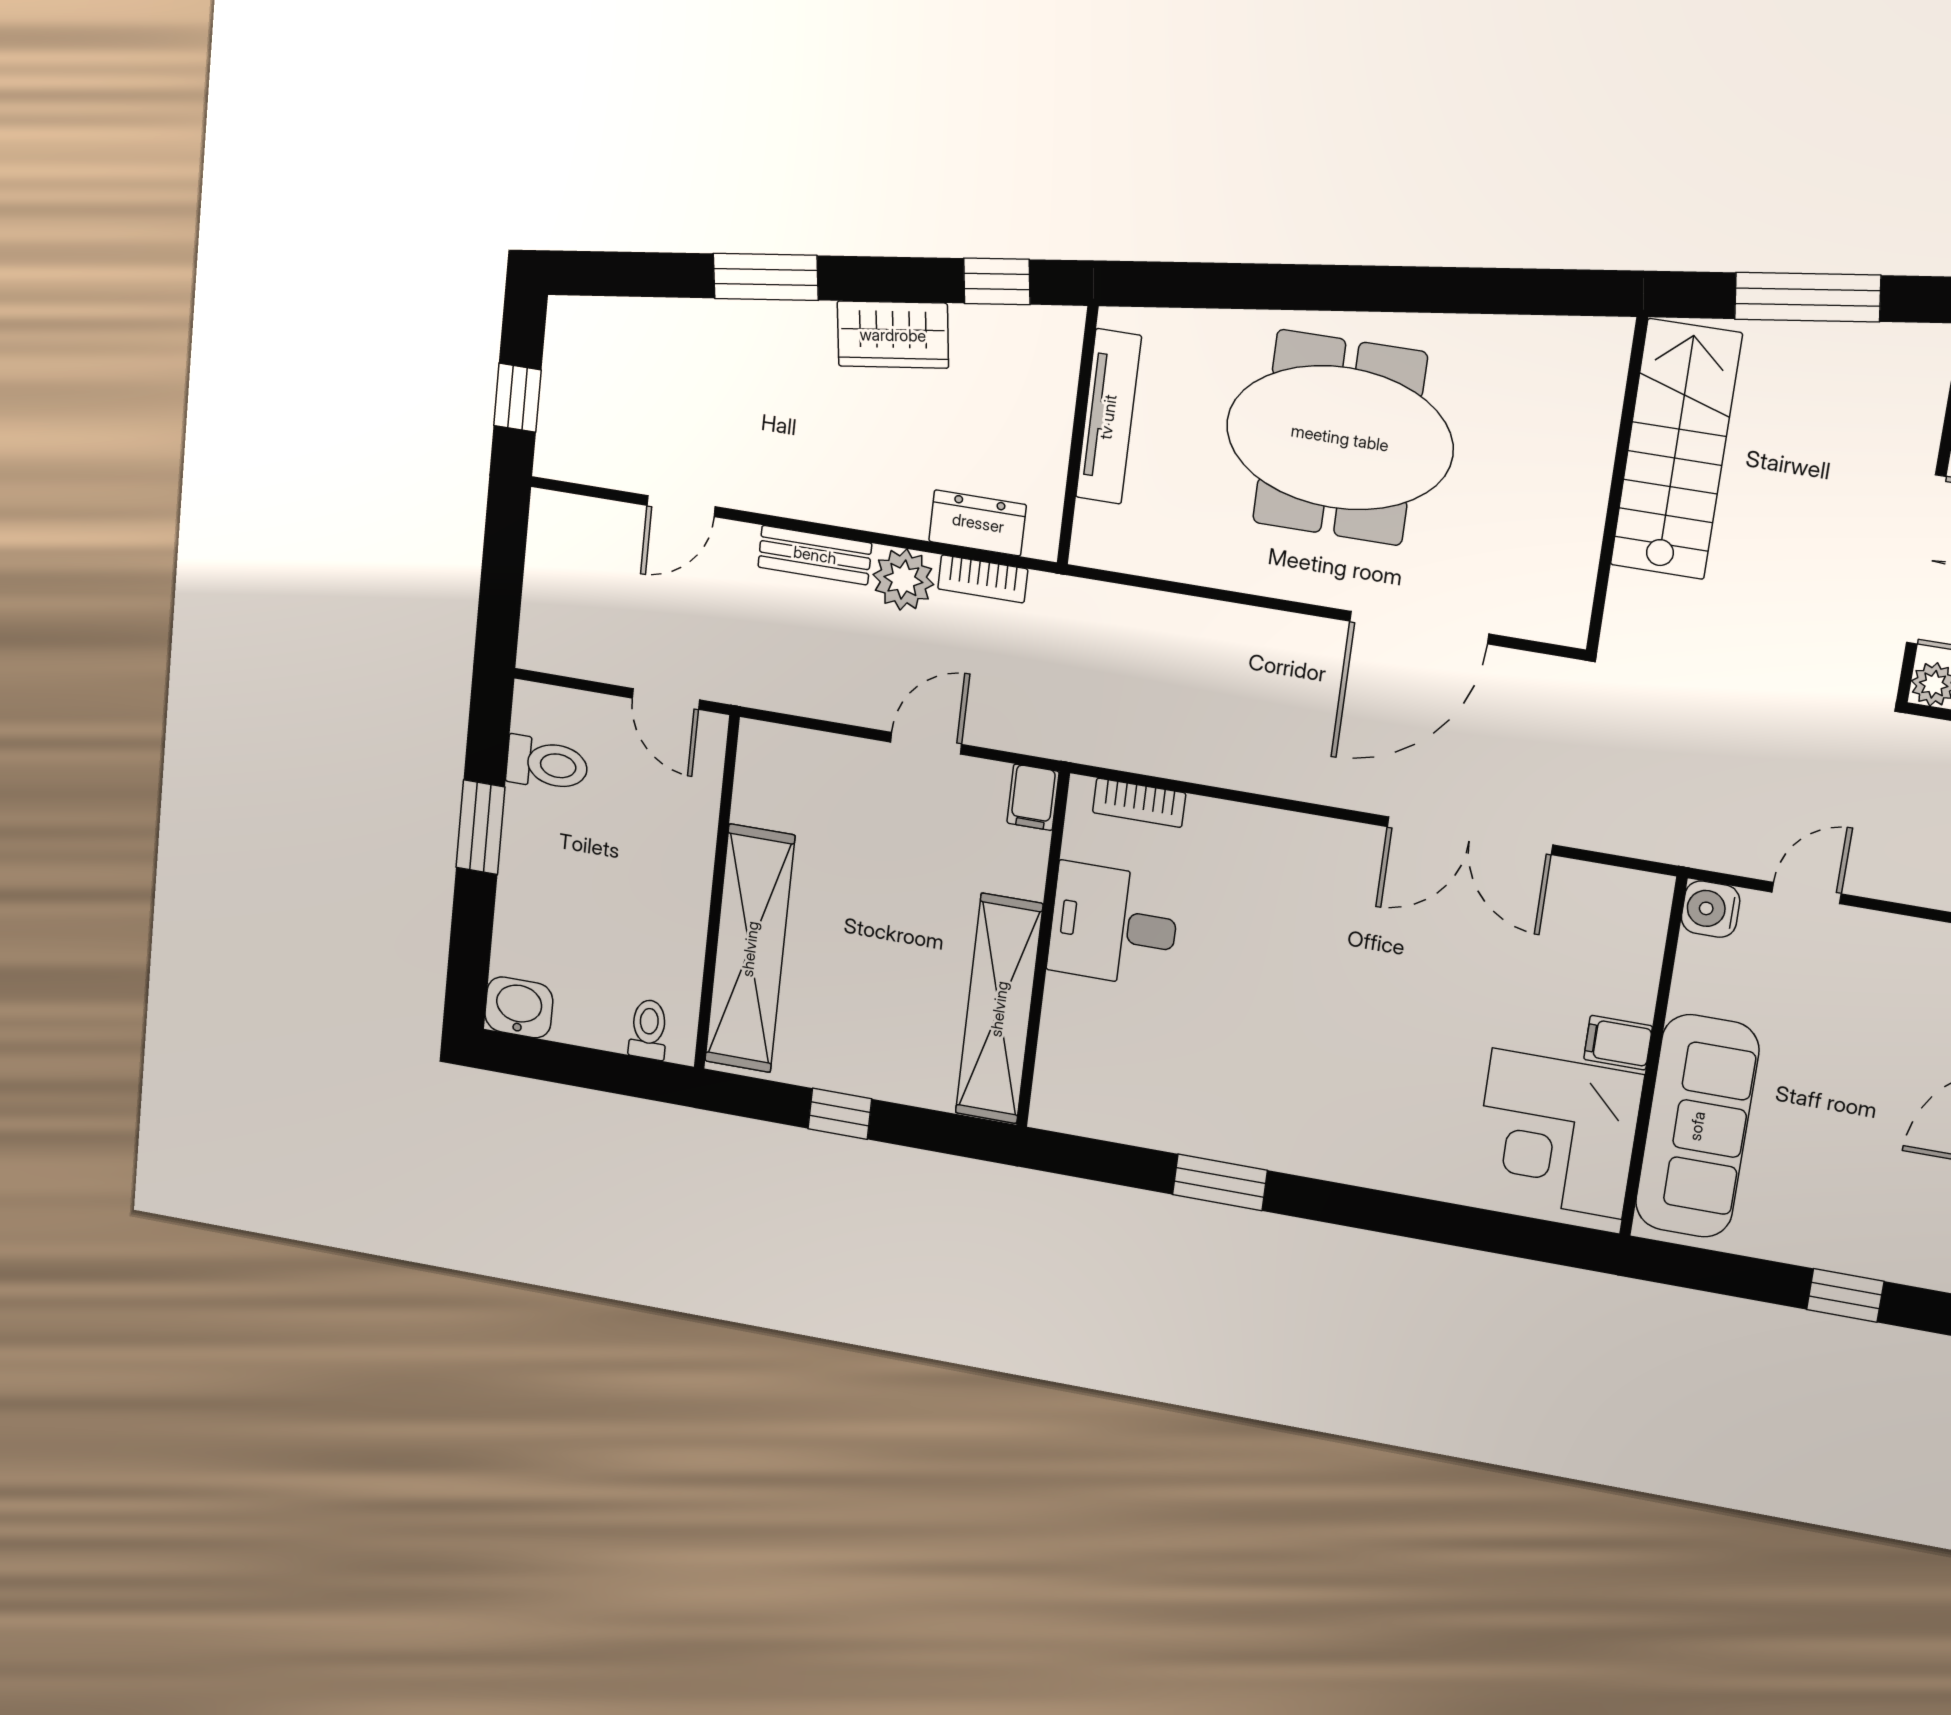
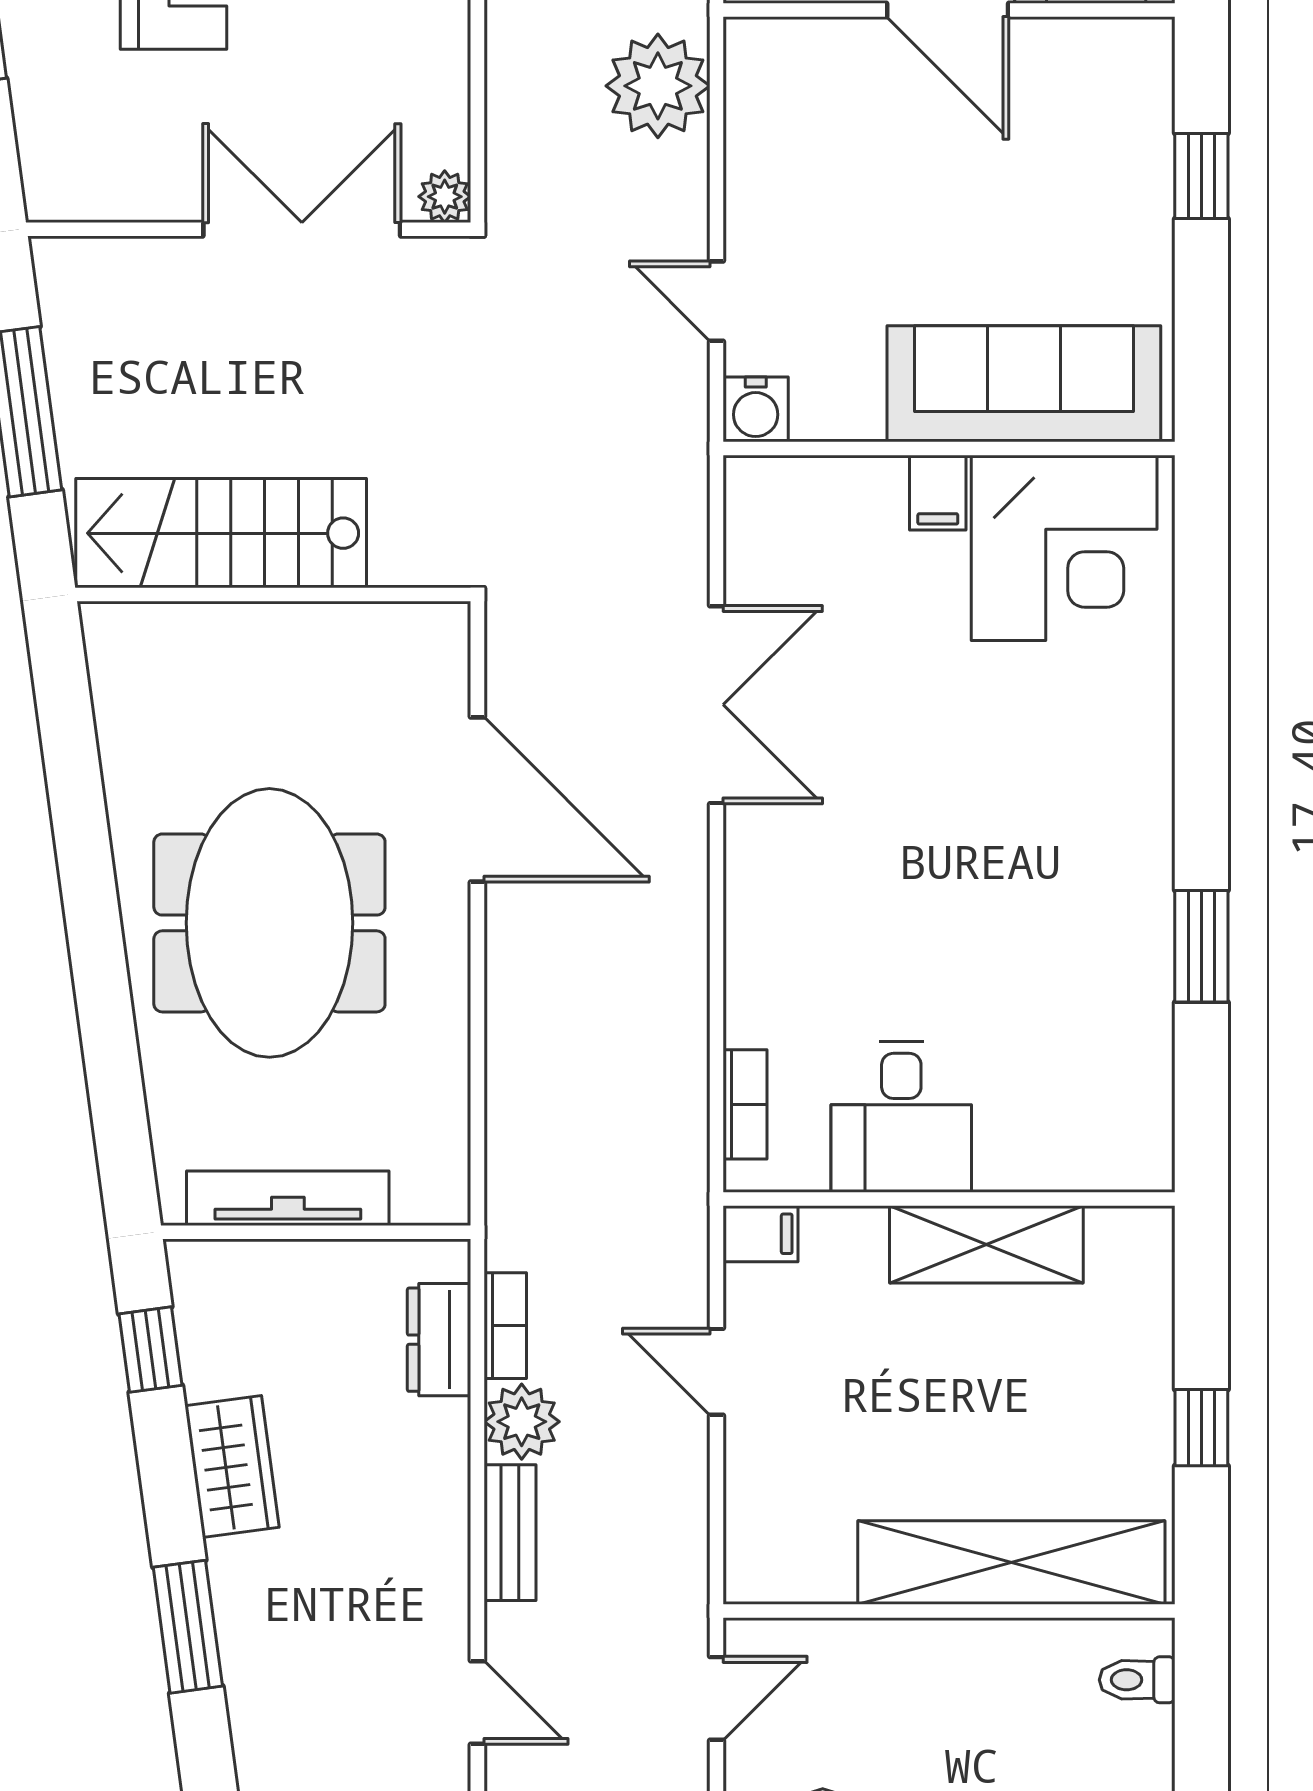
shelving: (999, 1009) -> (986, 1244), width x0.68

